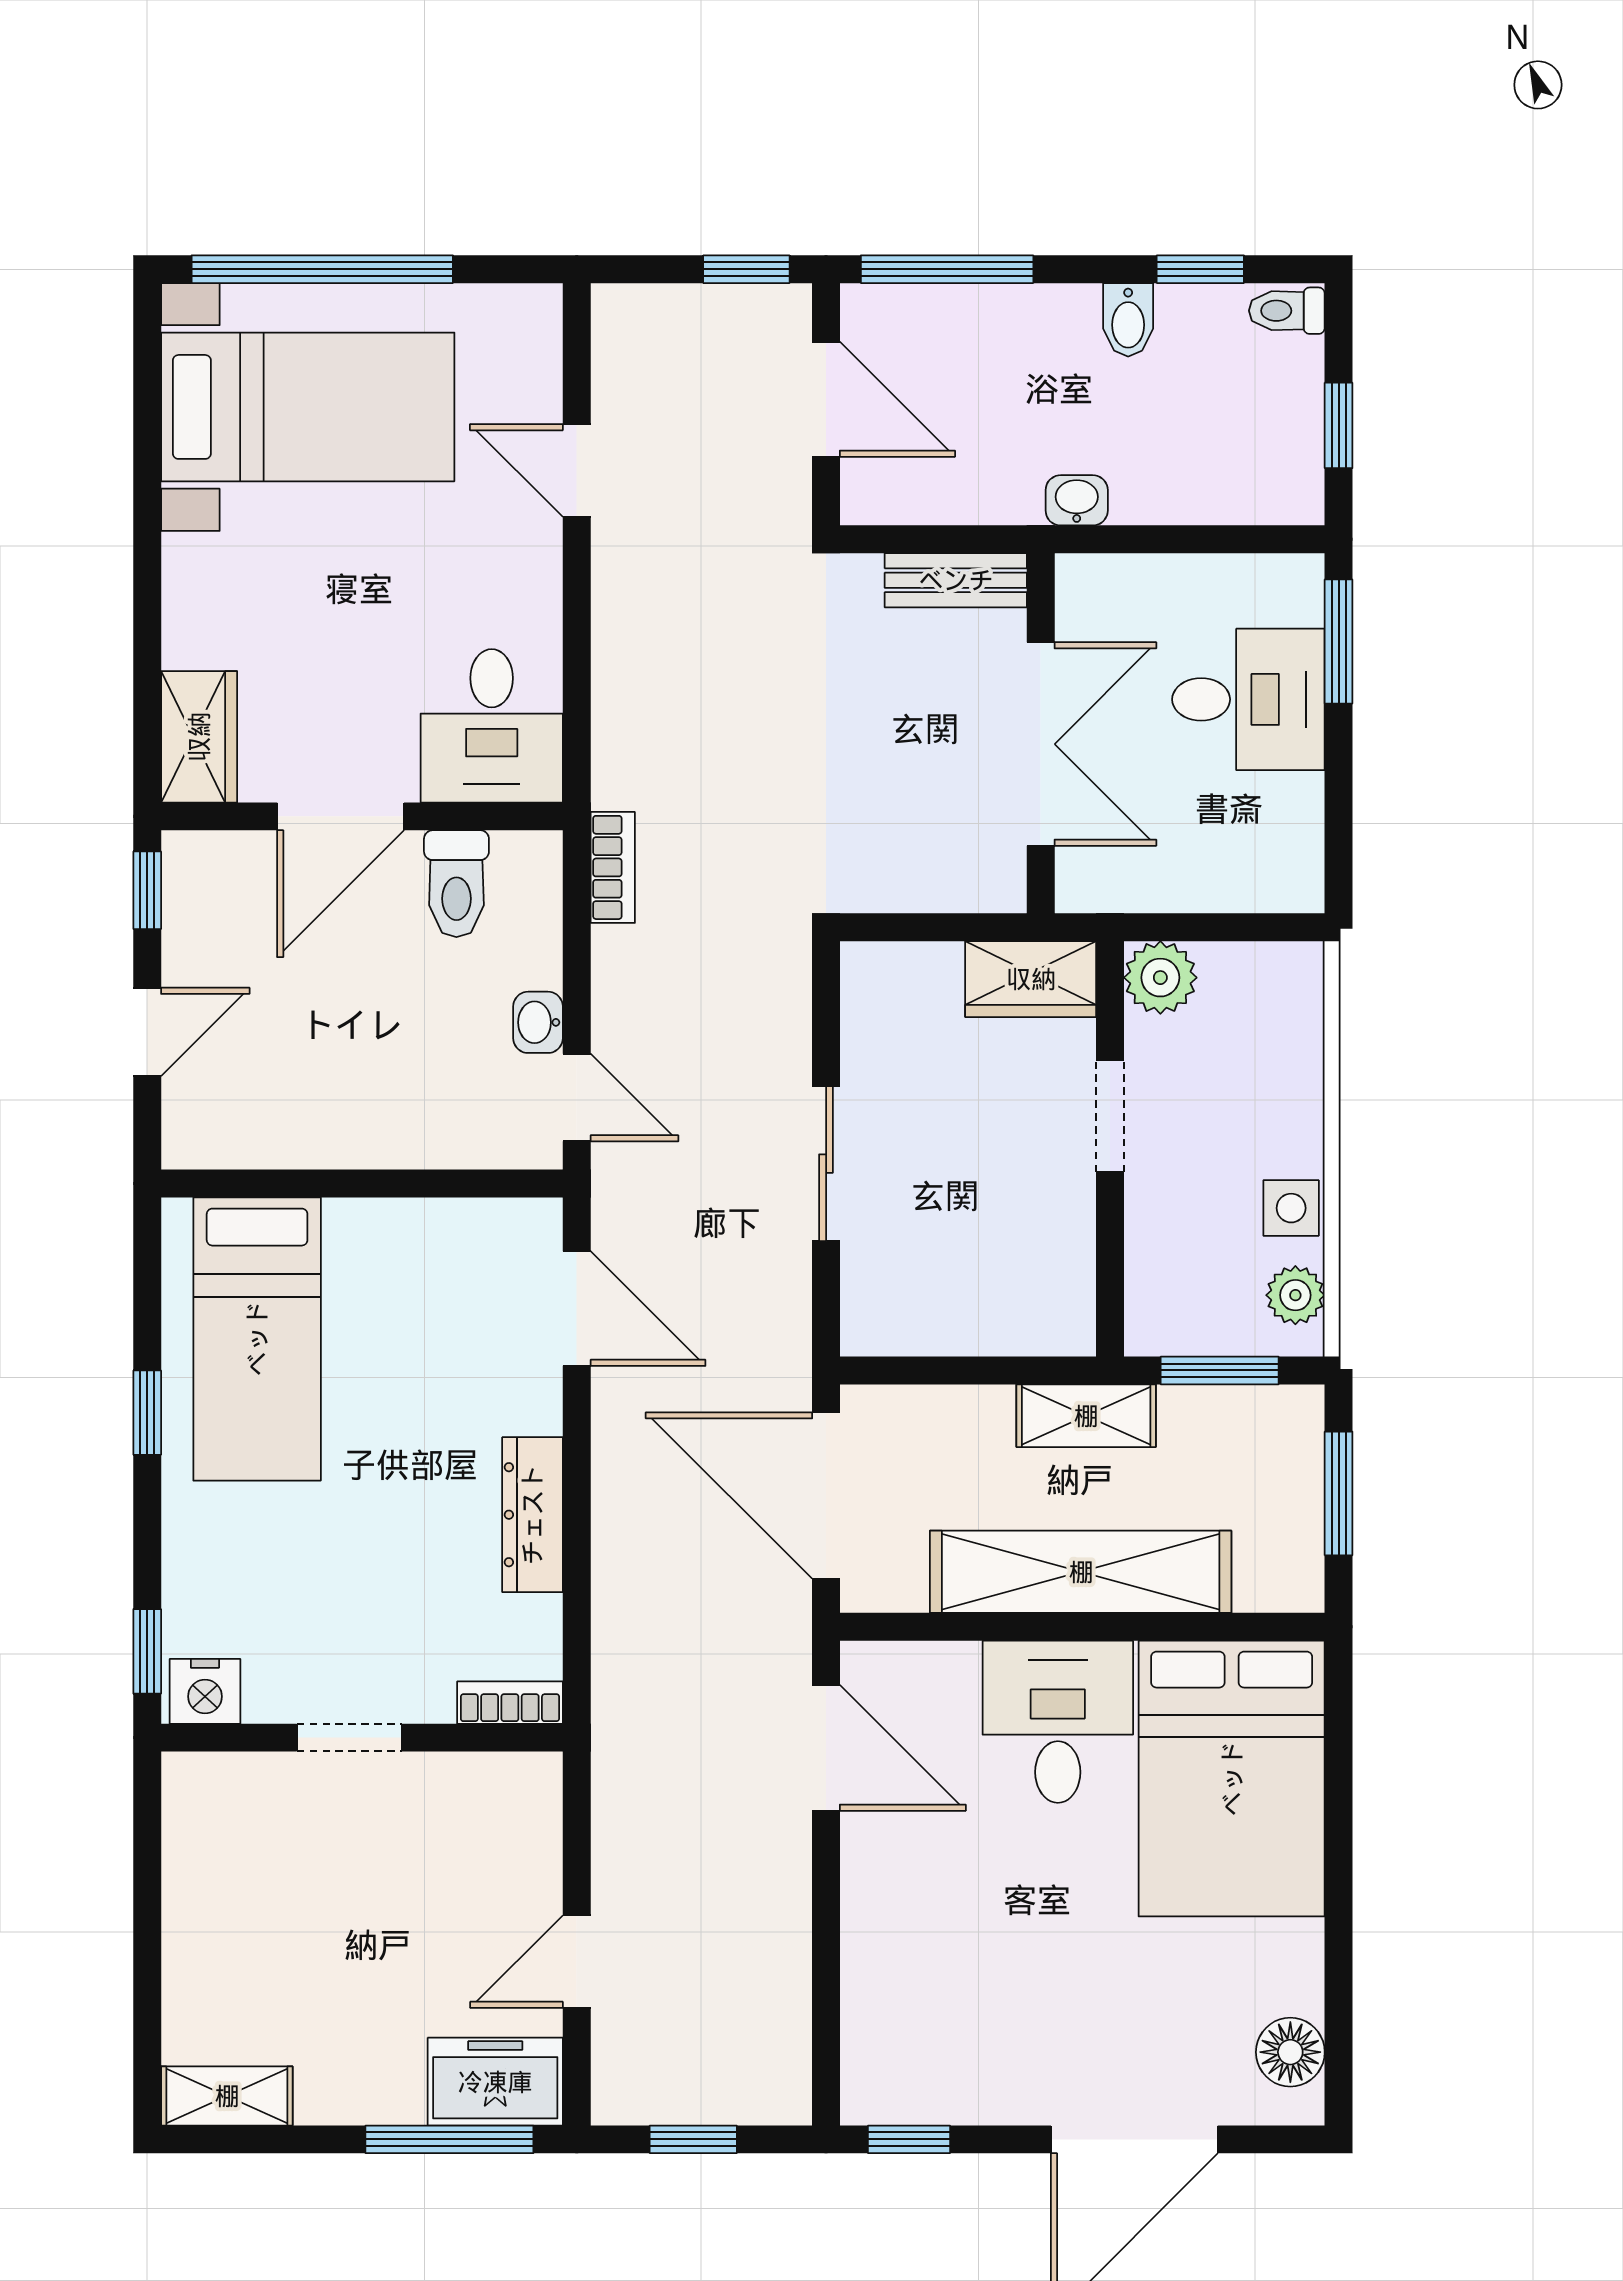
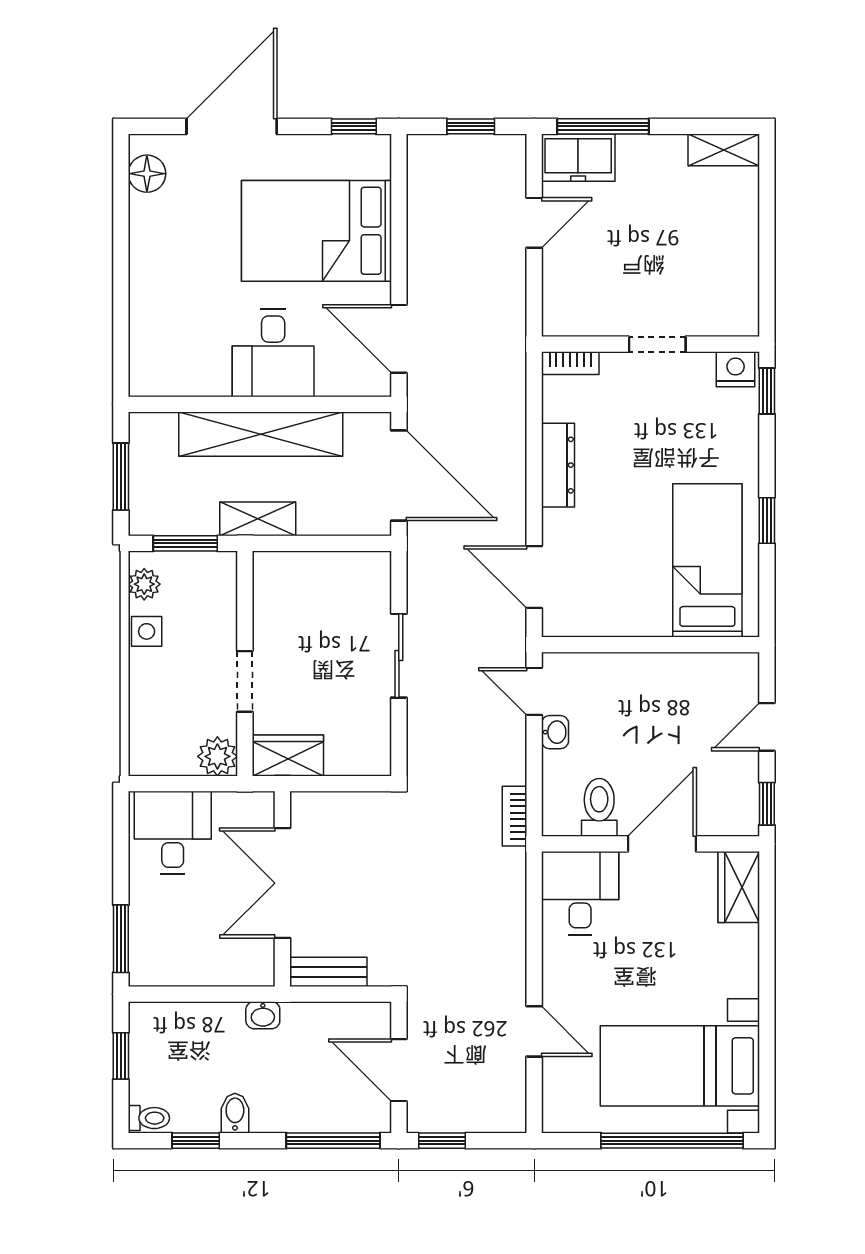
desk: (1248, 699) -> (173, 833), moved, turned 90
bed: (1232, 1779) -> (316, 231), moved, turned -90

